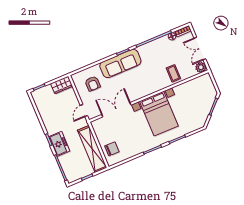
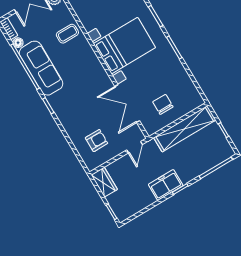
sofa: (120, 63) -> (41, 68), moved
door: (84, 111) -> (135, 147), hinge flipped
freezer: (59, 144) -> (166, 185), moved
chair: (112, 149) -> (163, 104), moved

